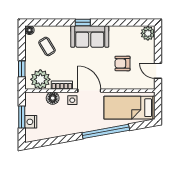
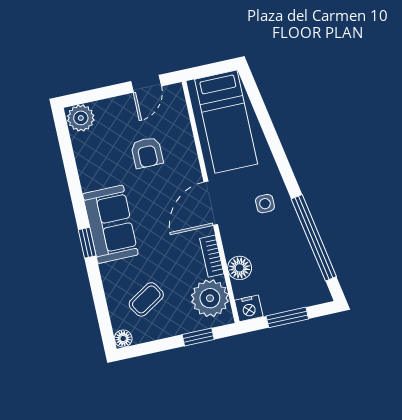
side table: (72, 100) -> (265, 204), moved
nightstand: (31, 122) -> (249, 308), moved
window: (106, 131) -> (314, 238), moved

